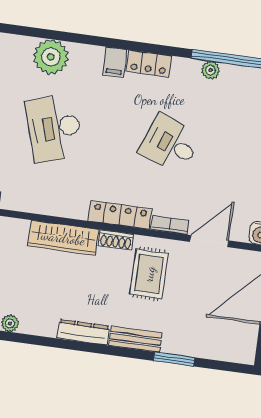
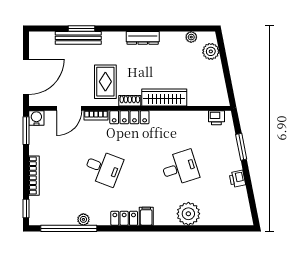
desk: (54, 128) -> (180, 168), width x0.73
bench: (135, 339) -> (78, 38), moved, width x1.36

